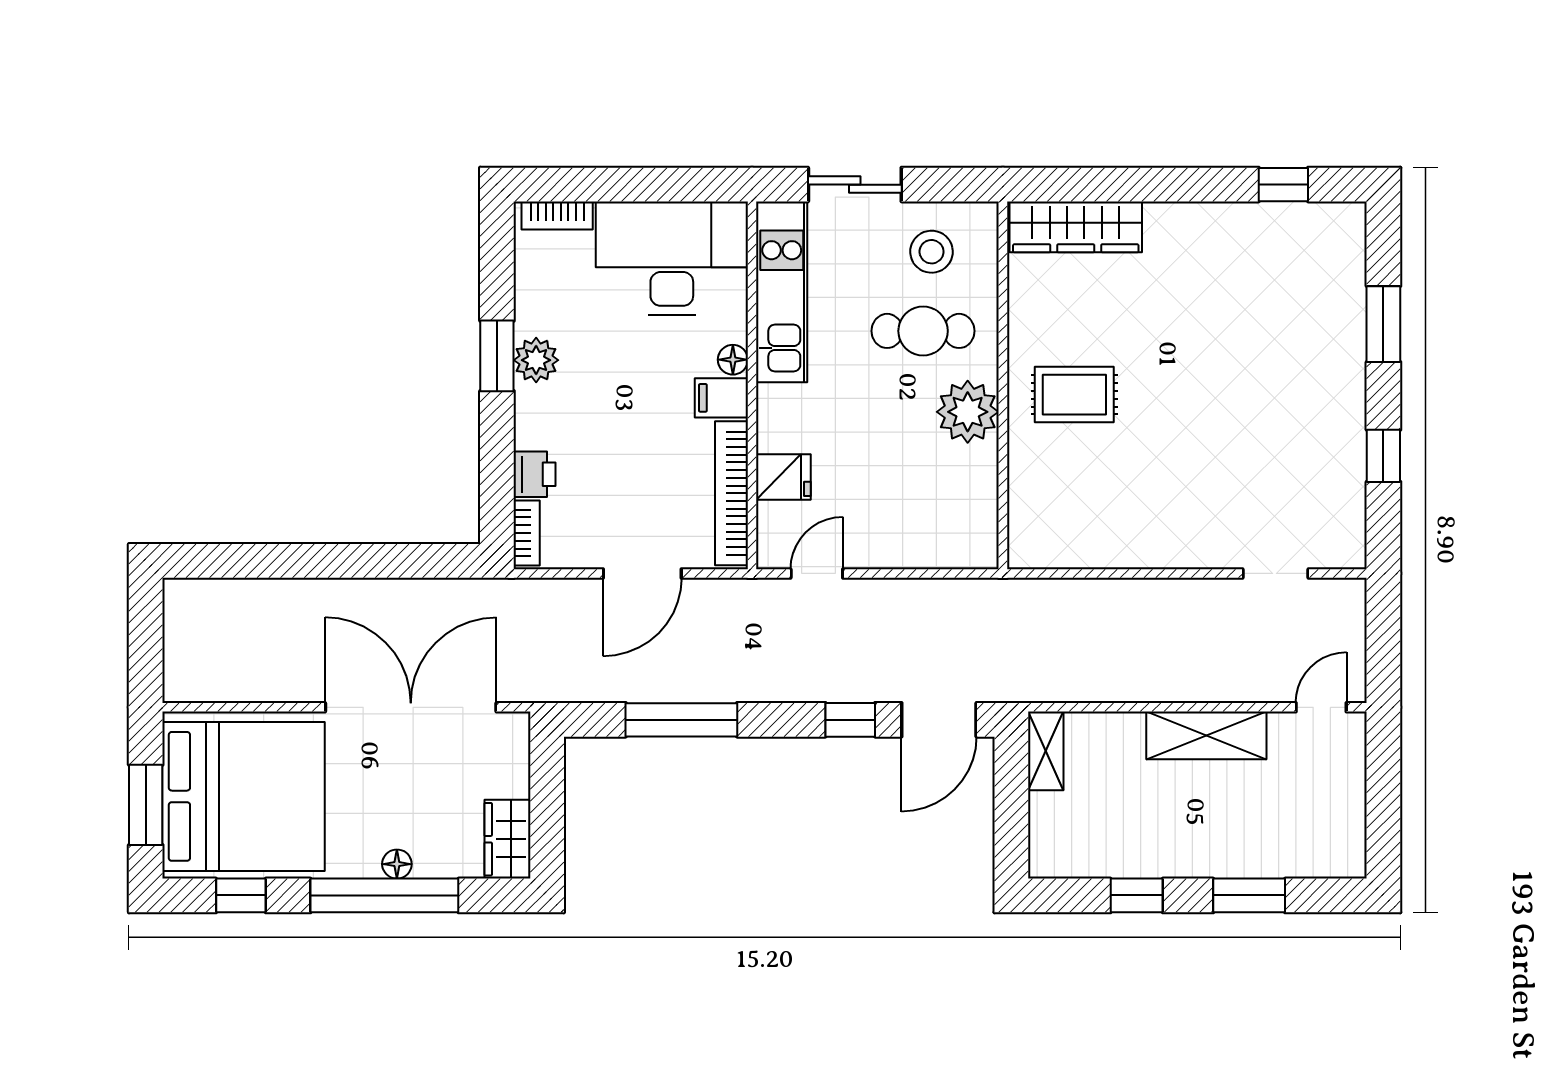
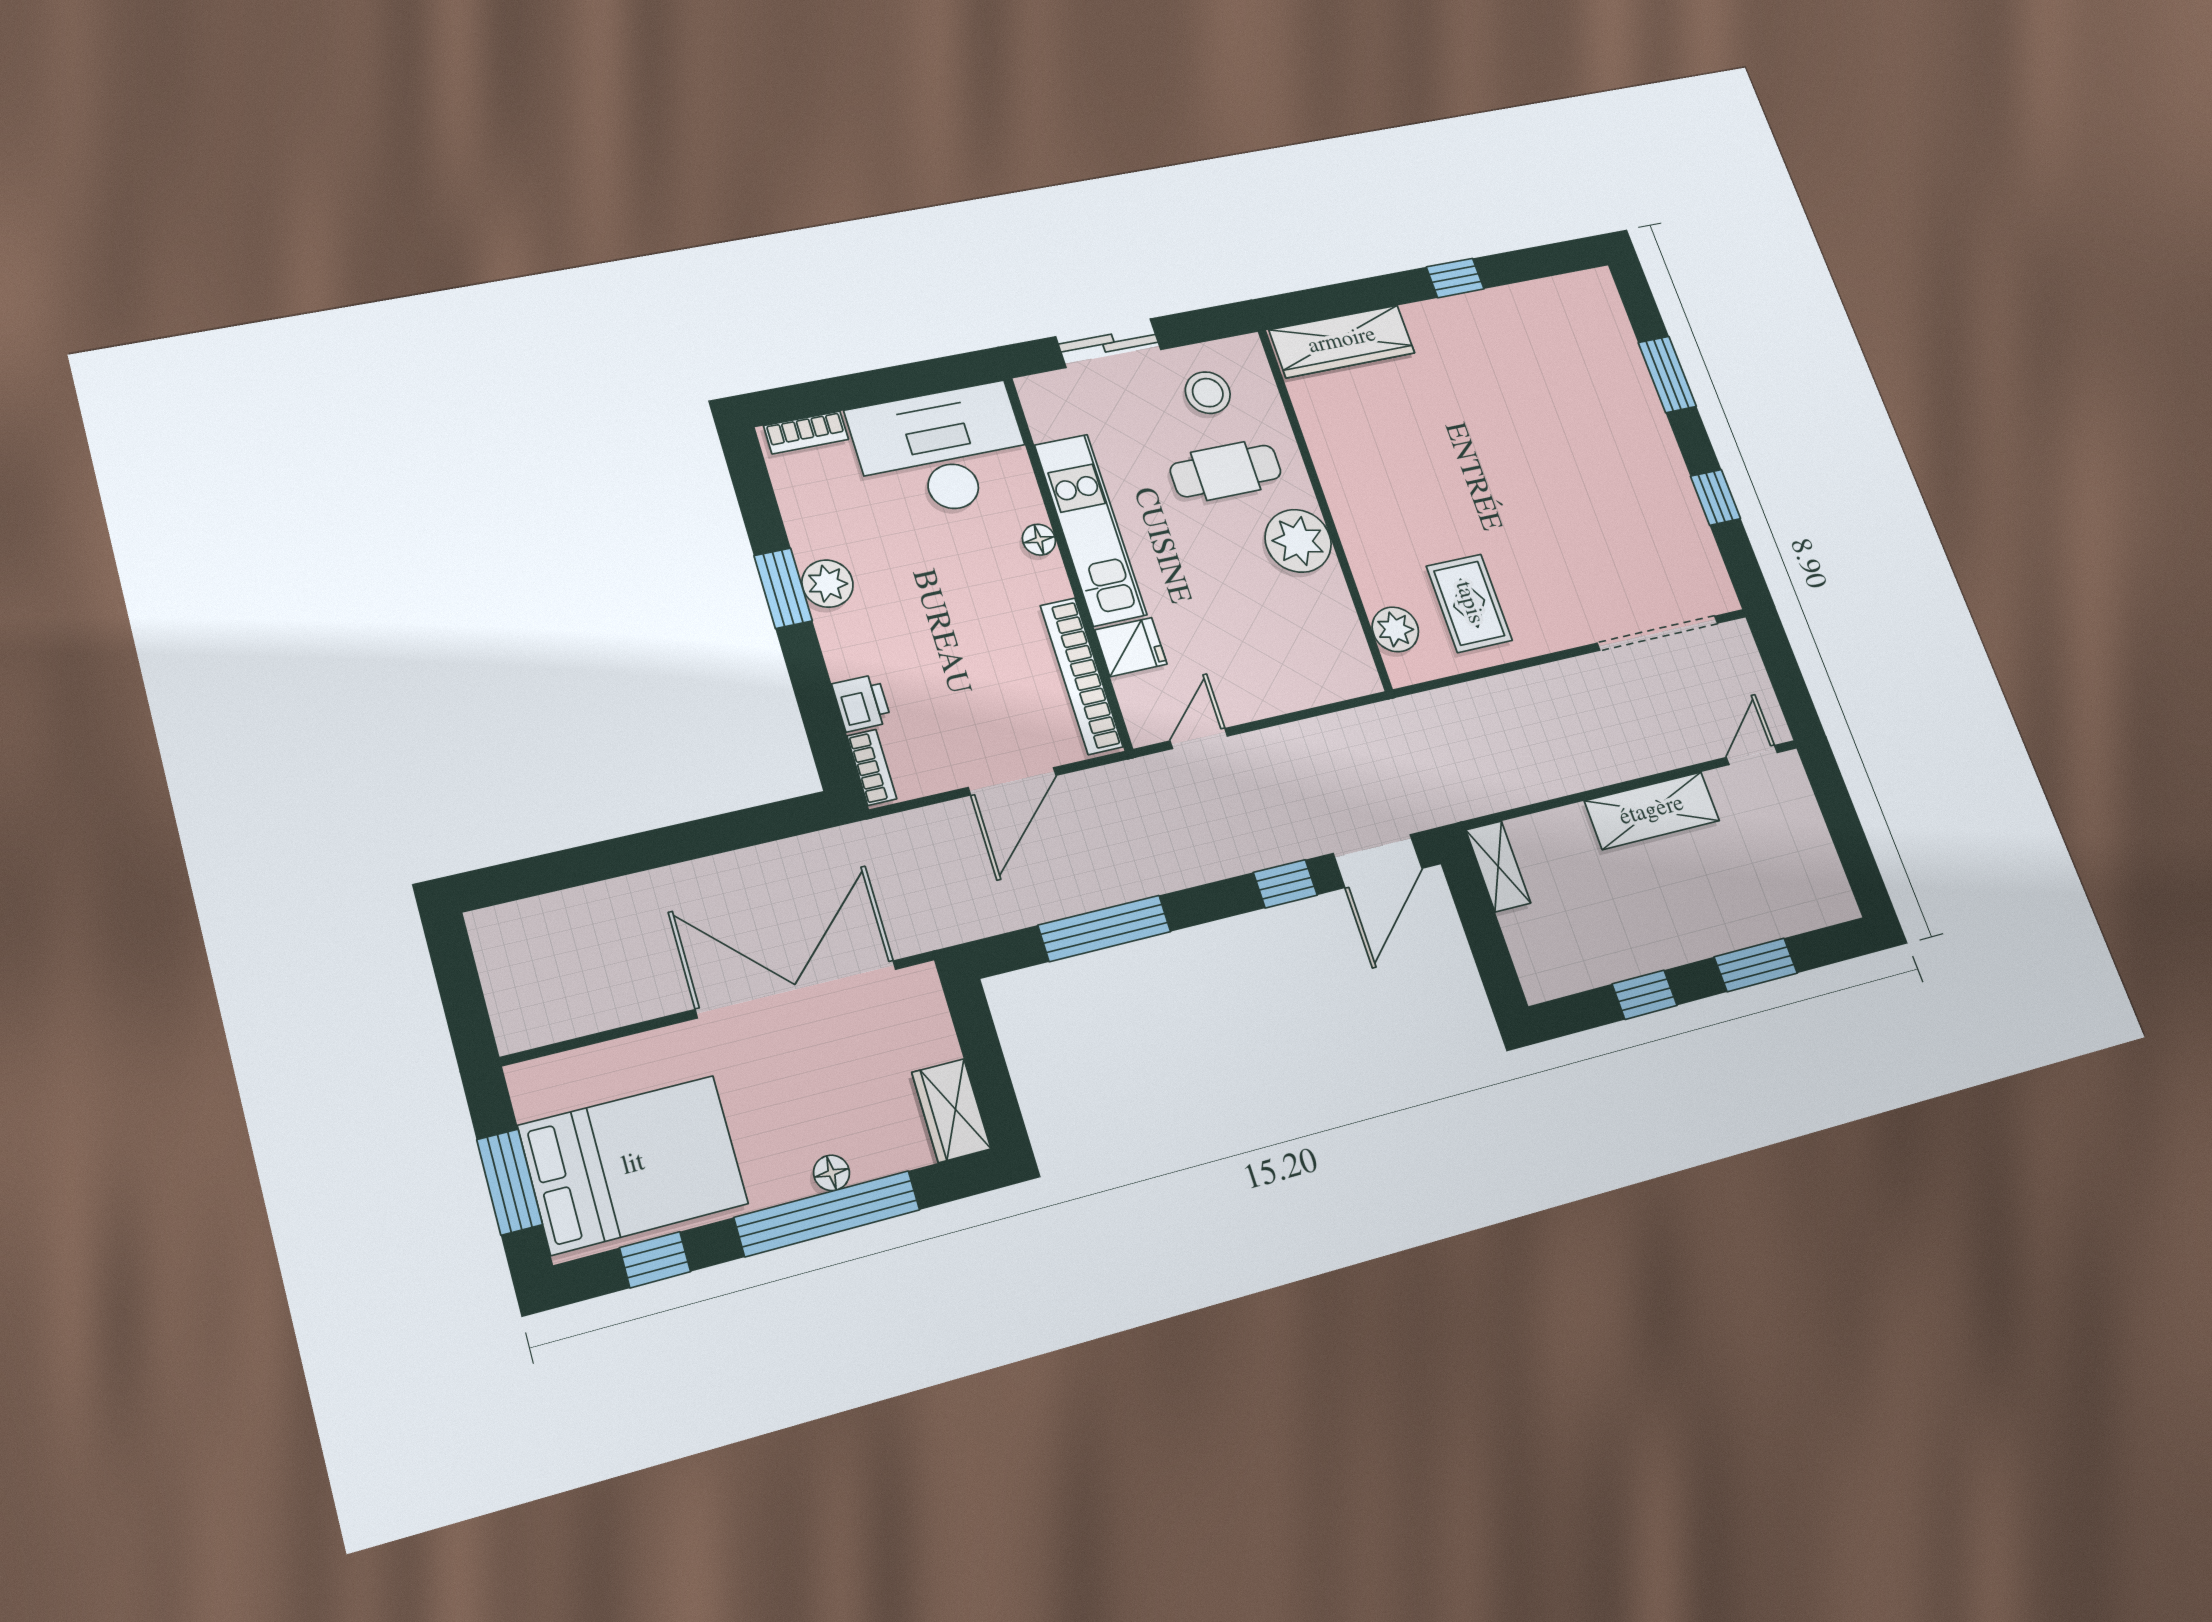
window: (1283, 185) -> (1455, 278), moved
kitchen unit: (782, 292) -> (1090, 530), moved
rug: (1074, 395) -> (1469, 603), moved, turned 90
filing cabinet: (721, 398) -> (1039, 581), removed
plant: (1029, 515) -> (1395, 629), added
doorway: (1276, 573) -> (1658, 633), width x1.87
bed: (244, 796) -> (633, 1165), width x0.73

